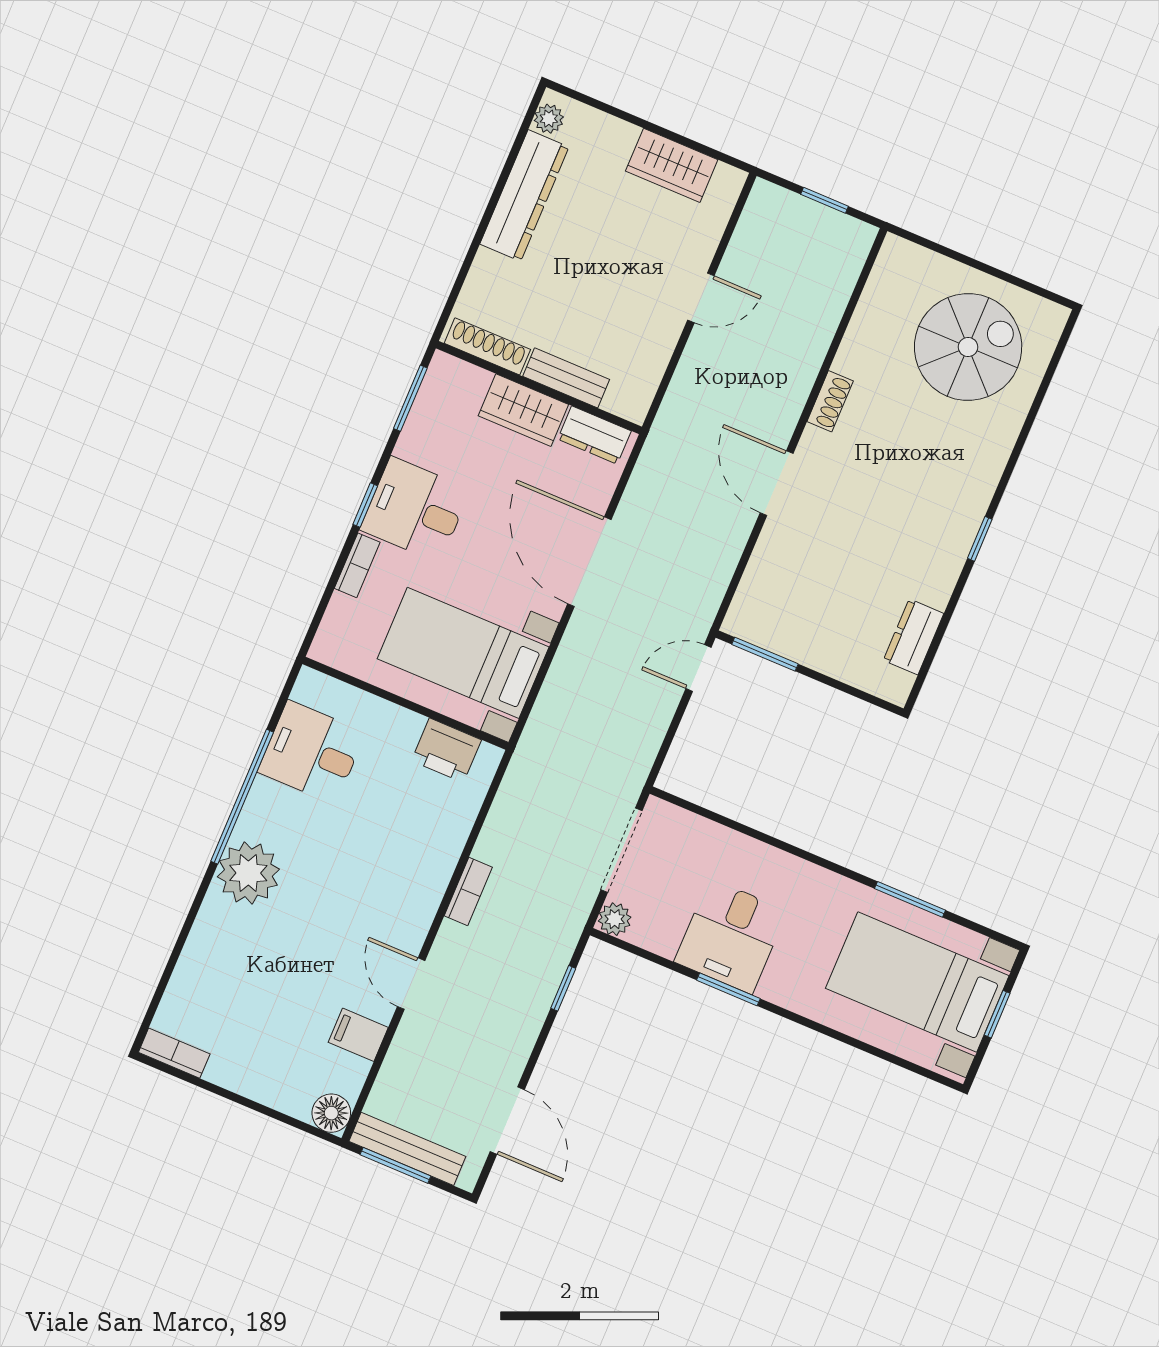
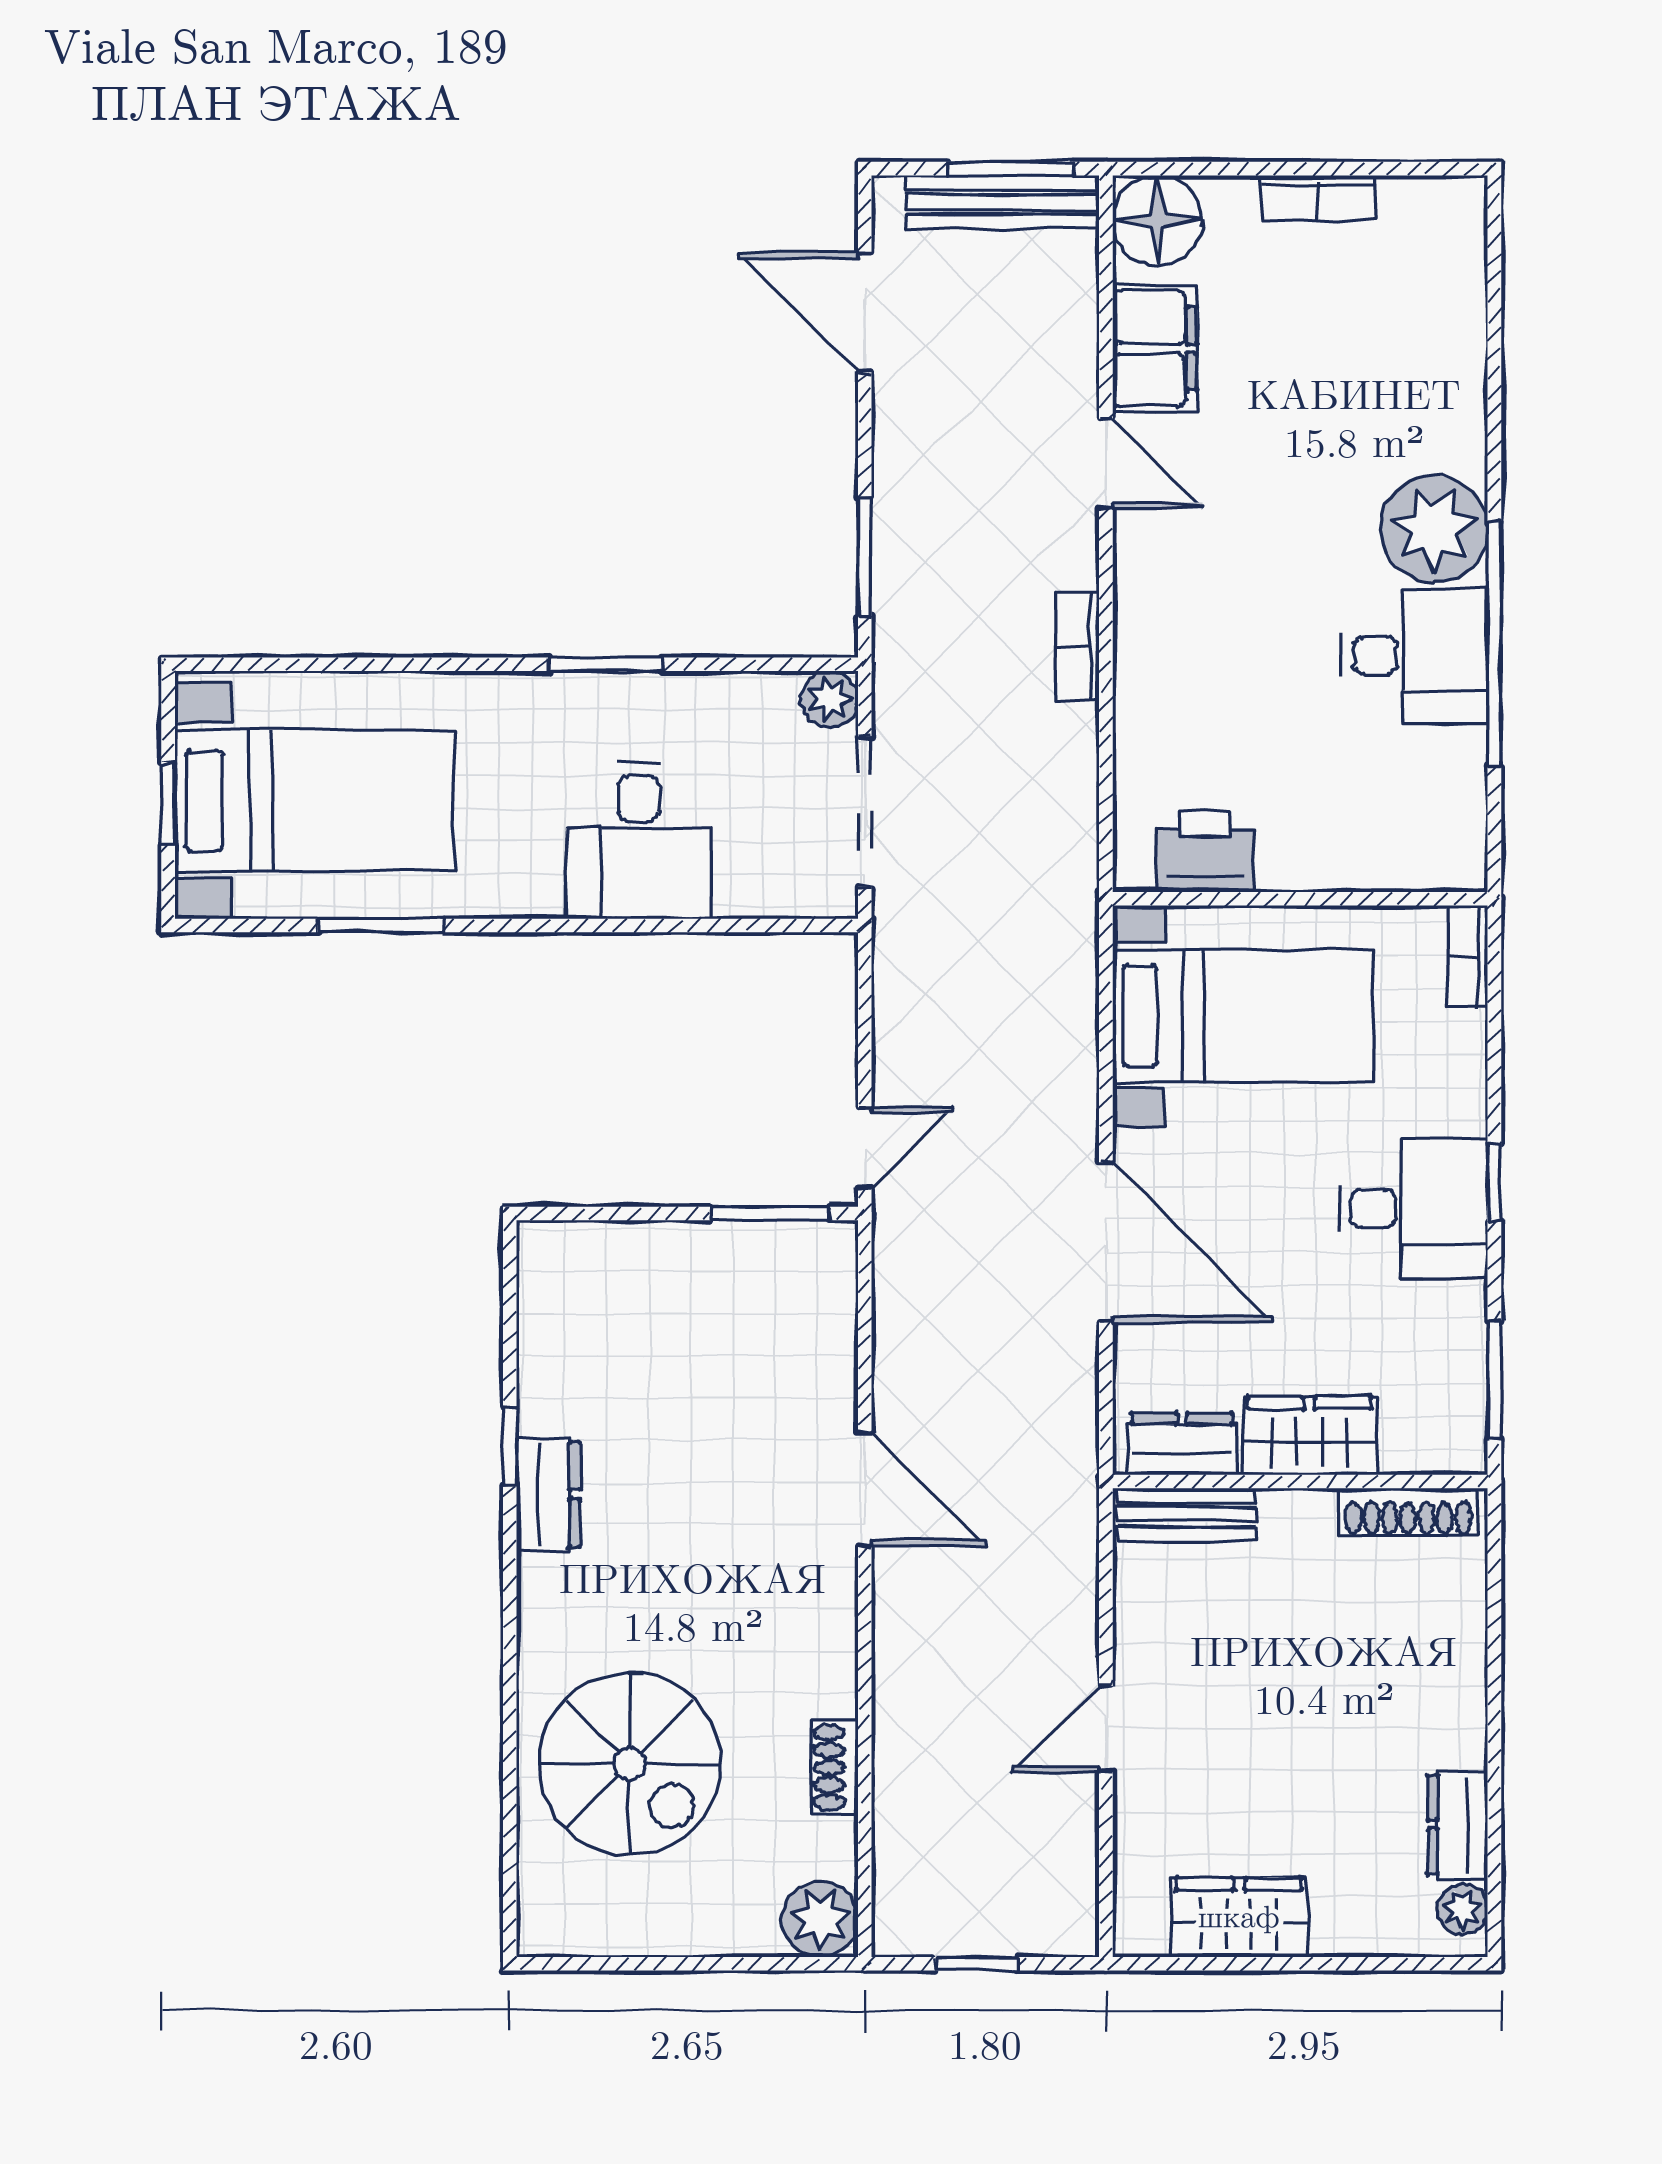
dresser: (524, 195) -> (1457, 1825), width x0.51, depth x0.80
plant: (899, 260) -> (820, 1919), added
spiral stairs: (968, 347) -> (630, 1764), moved, turned -90
bench: (566, 378) -> (1187, 1515), moved
shoe rack: (830, 401) -> (835, 1767), moved
window: (980, 539) -> (510, 1447), moved
bookcase: (357, 565) -> (1467, 957), moved
dresser: (914, 637) -> (548, 1495), moved
desk: (312, 752) -> (1415, 656), moved
desk: (731, 936) -> (639, 841), moved, turned 180
window: (563, 988) -> (865, 557), width x1.50
filing cabinet: (358, 1035) -> (1155, 348), width x2.00
bookcase: (174, 1053) -> (1318, 198), moved
floor lamp: (331, 1113) -> (1158, 220), width x1.38, depth x1.38

